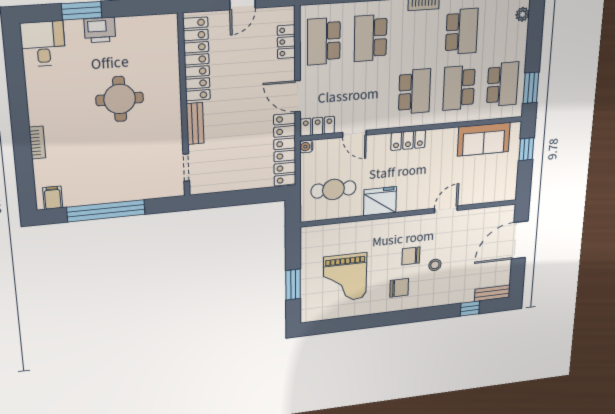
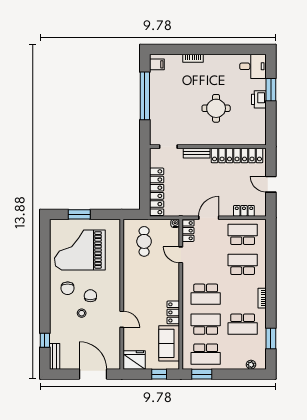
door: (354, 134) -> (181, 255), hinge flipped
locker: (408, 140) -> (173, 312), moved
locker: (285, 150) -> (157, 192), moved, turned 90
fridge: (380, 201) -> (134, 360), moved, turned -90
grand piano: (345, 278) -> (80, 250), width x1.37, depth x1.48

